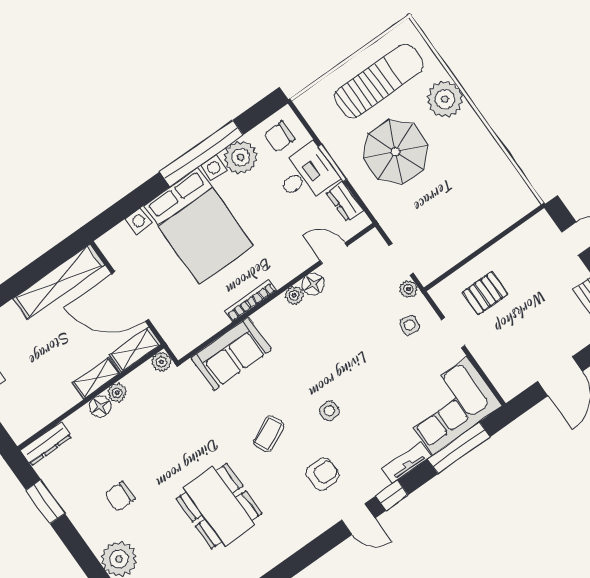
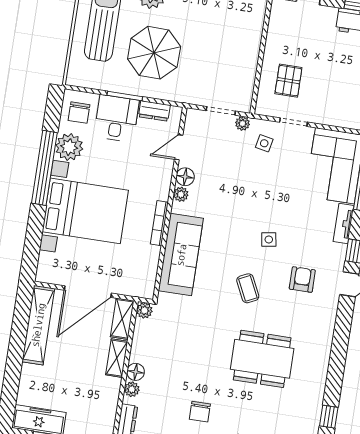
sofa: (231, 354) -> (181, 255), width x1.36
plant: (117, 393) -> (132, 389), moved

